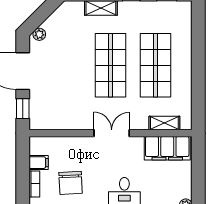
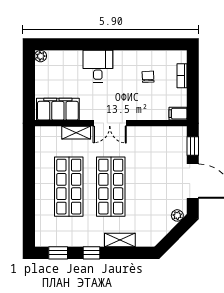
shelving: (164, 123) -> (76, 133), moved
filing cabinet: (39, 163) -> (178, 114), moved
chair: (71, 183) -> (148, 77), width x0.54, depth x0.54

